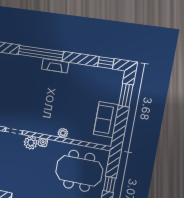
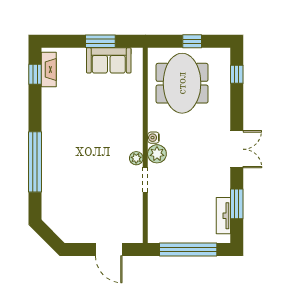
fireplace: (55, 66) -> (49, 69), moved
window: (126, 95) -> (100, 41), moved
plant: (63, 133) -> (136, 158), moved

